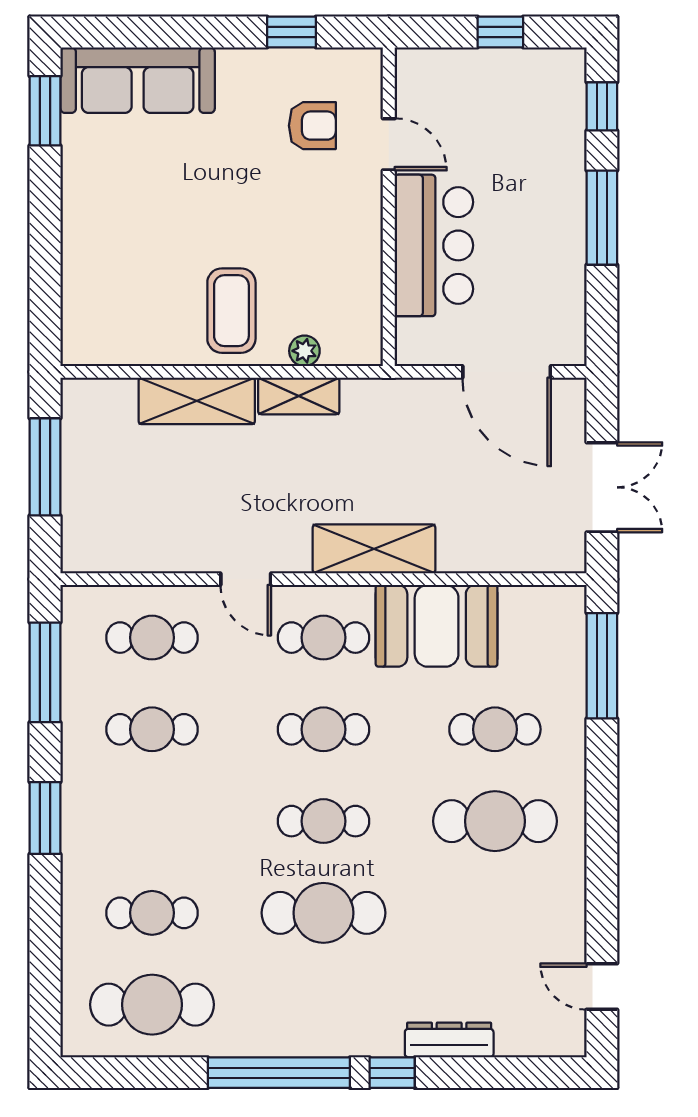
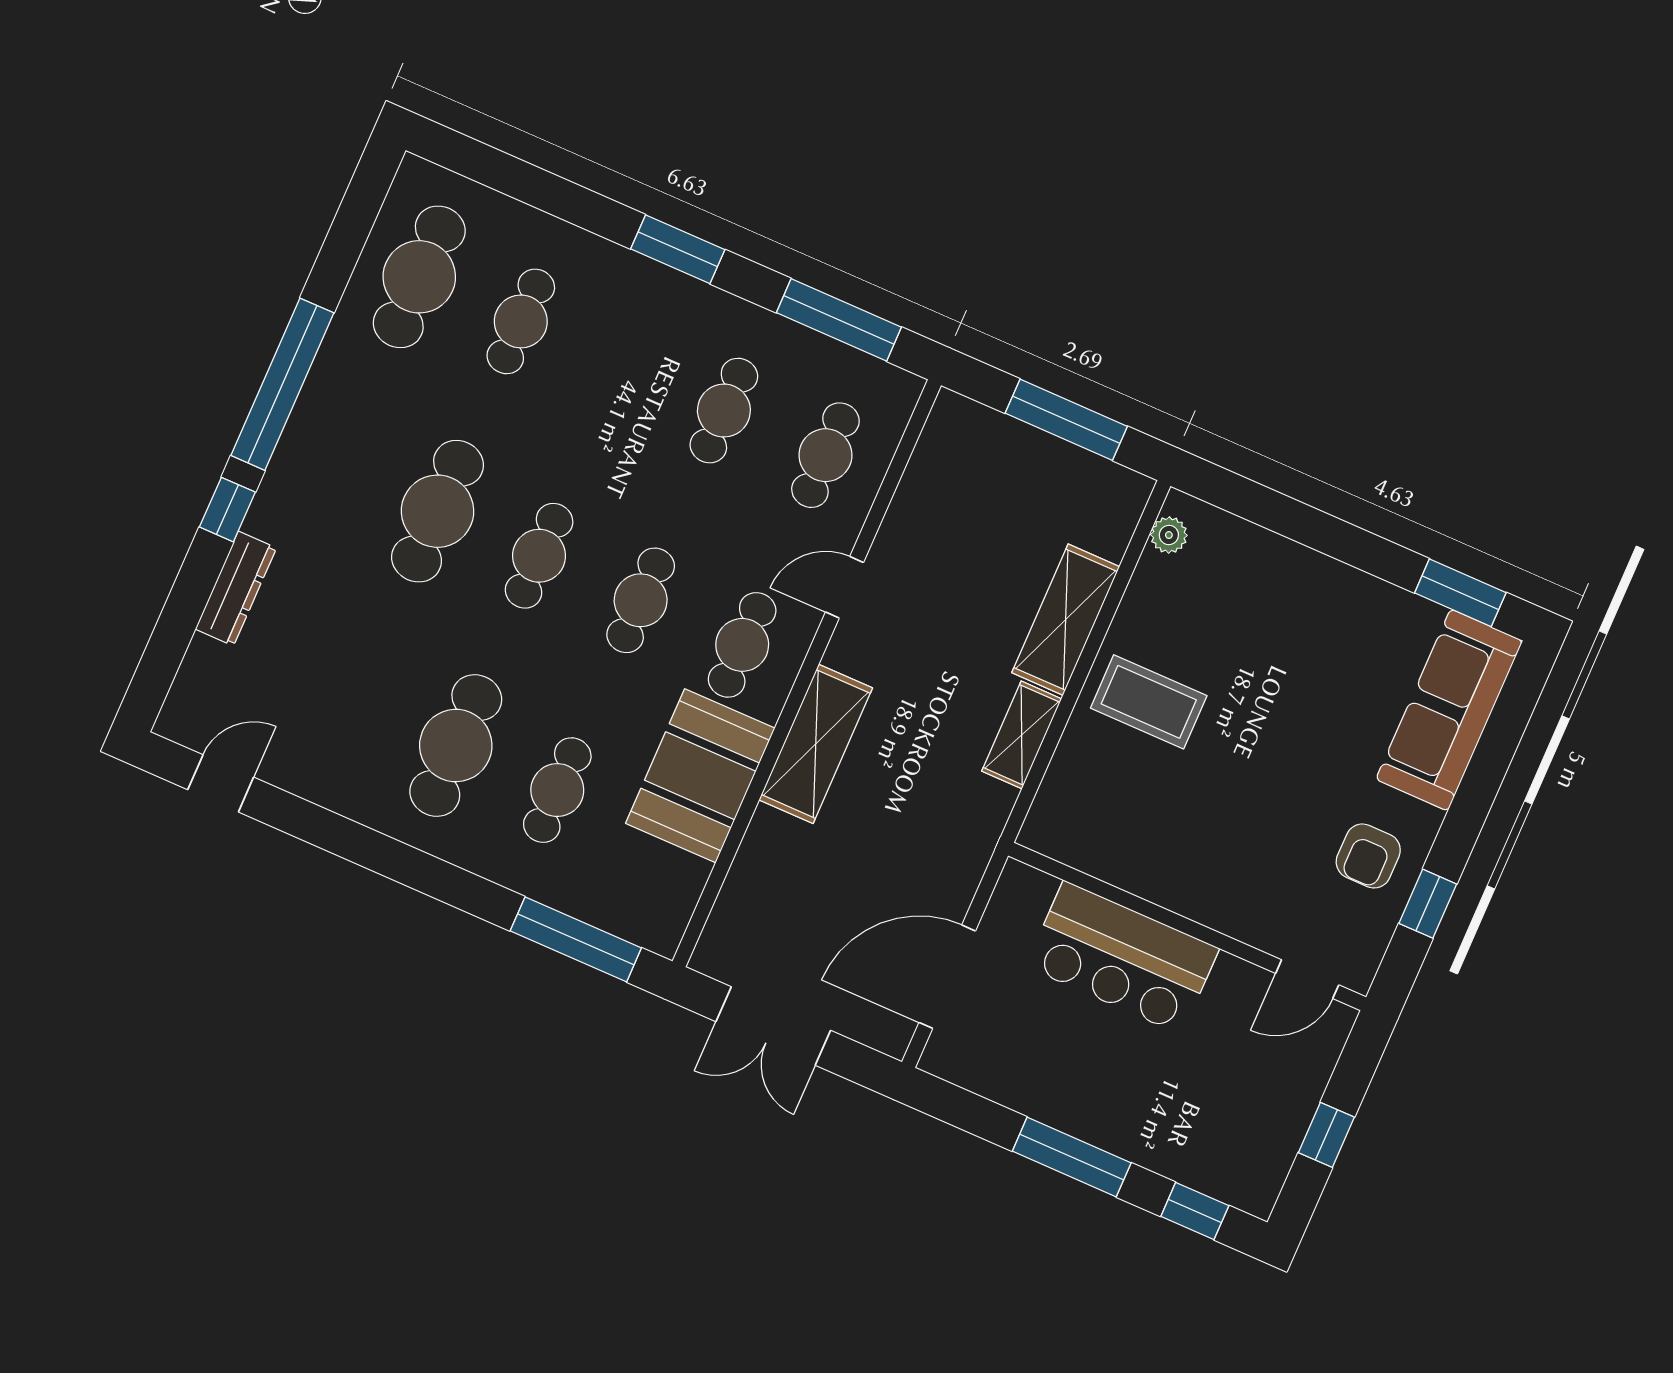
armchair: (312, 126) -> (1368, 856), moved
door: (389, 144) -> (1307, 979), moved
plant: (304, 351) -> (1169, 535), moved

